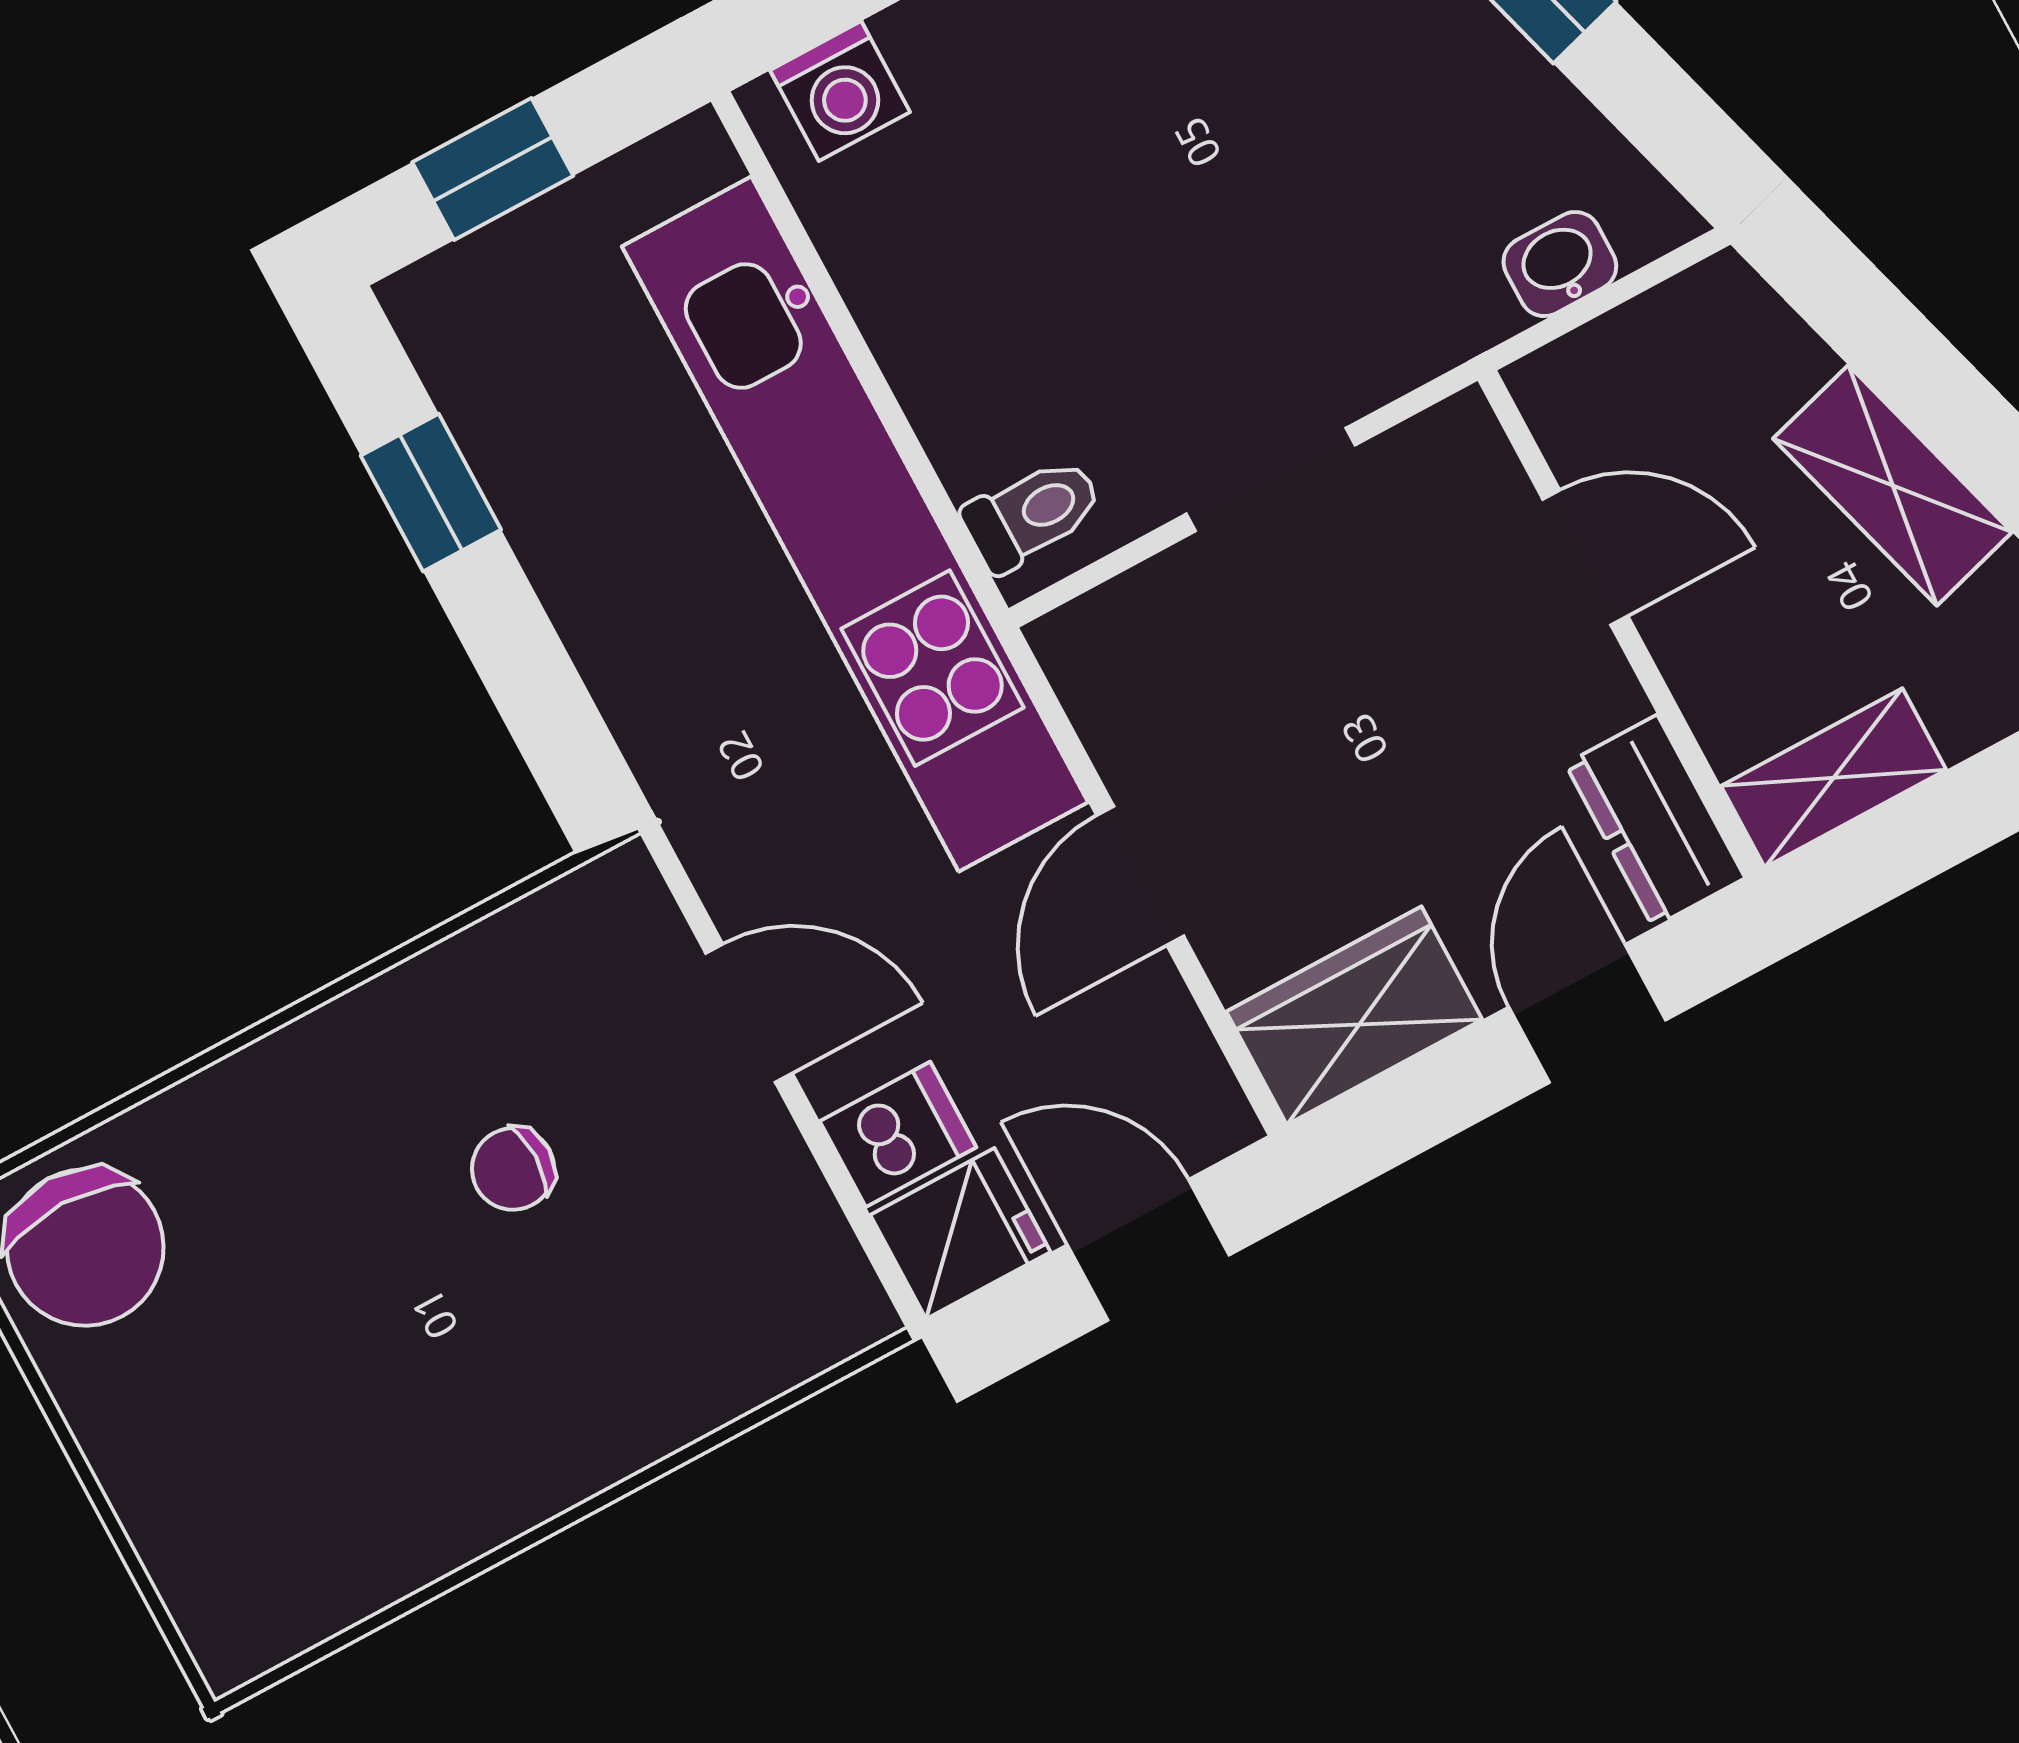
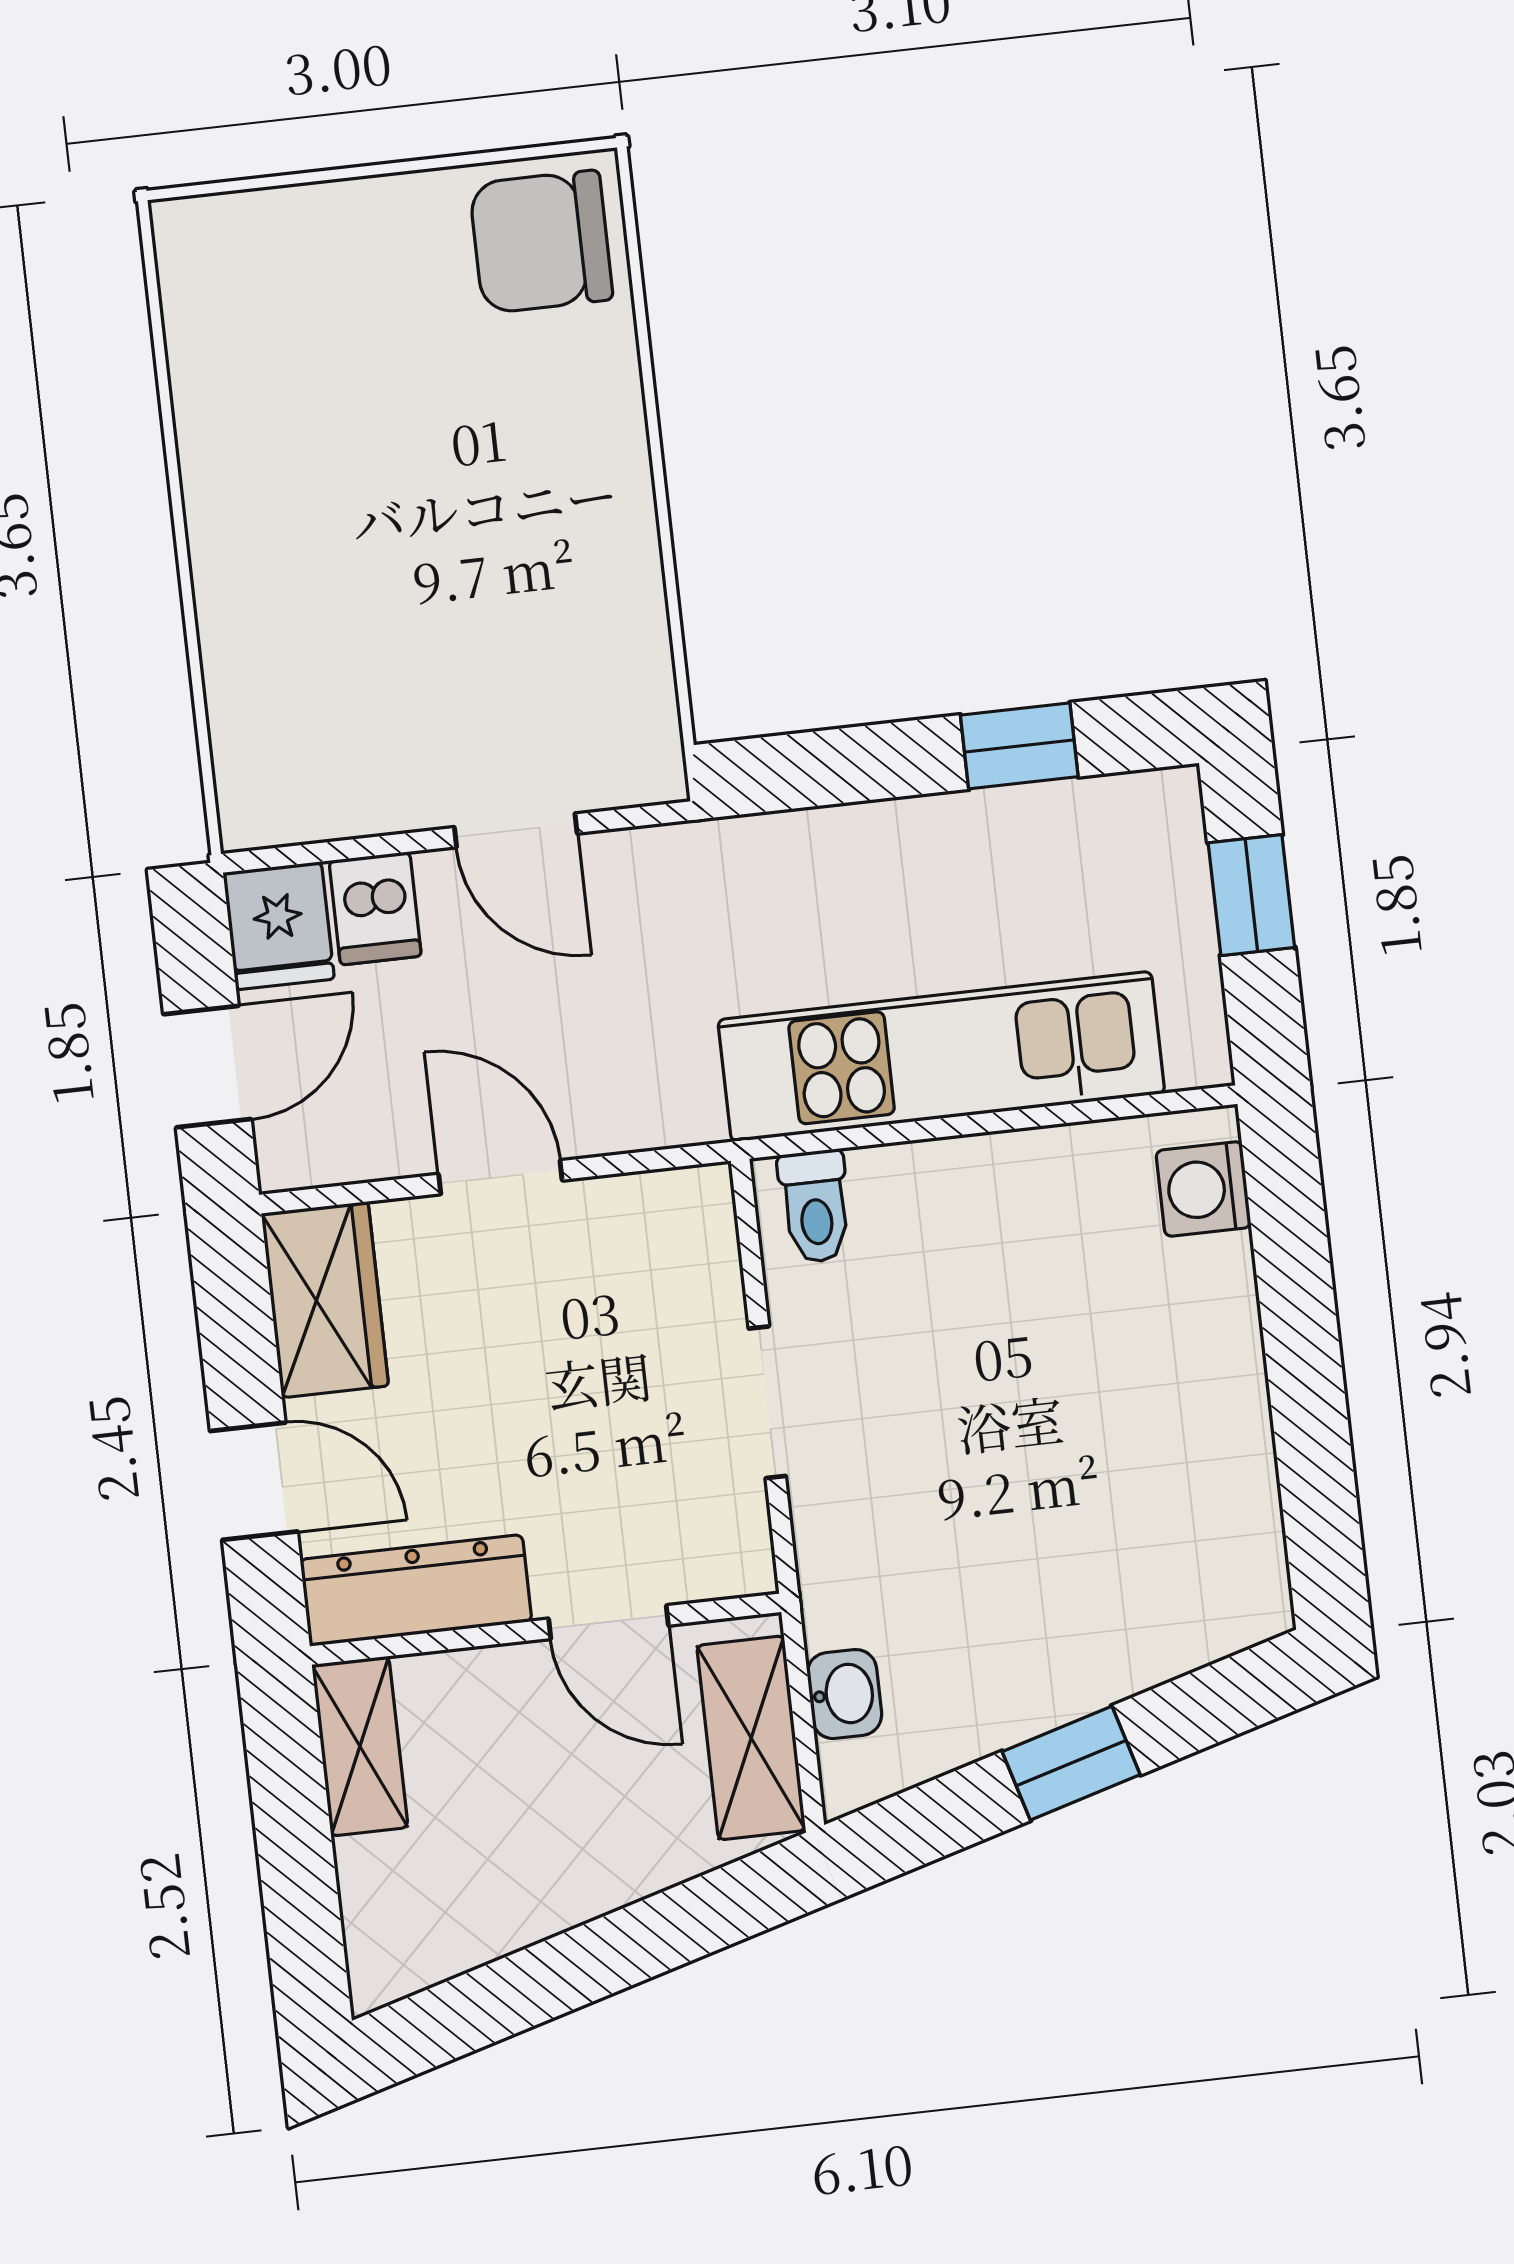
shelving: (1893, 485) -> (751, 1738), moved, turned -74
kitchen unit: (855, 524) -> (941, 1057), width x0.73
door: (1585, 558) -> (609, 1622), hinge flipped
dresser: (1655, 821) -> (416, 1590), width x1.44
door: (749, 1013) -> (516, 830), hinge flipped
chair: (513, 1169) -> (468, 599), removed

